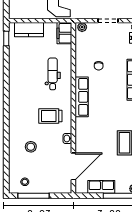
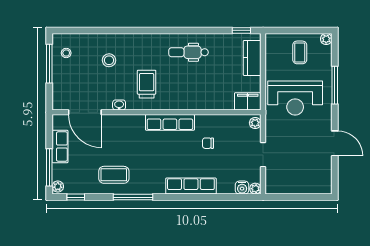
dental chair: (53, 74) -> (189, 52), moved, turned 180

